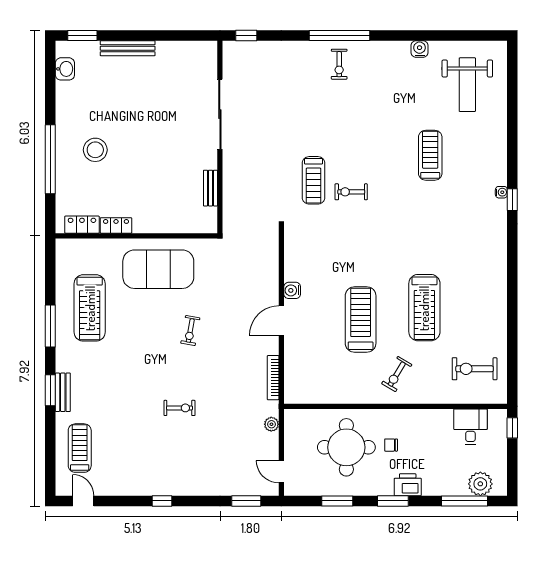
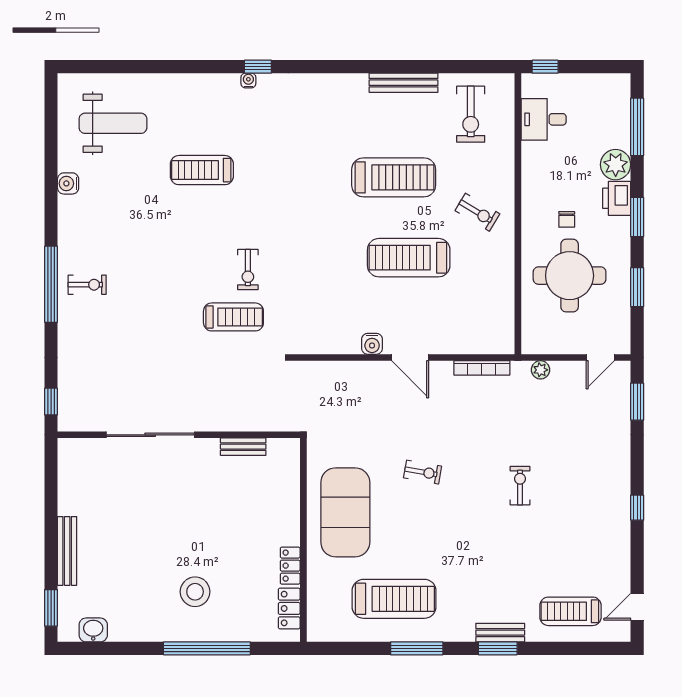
bench: (500, 315) -> (404, 83), added
plant: (480, 484) -> (616, 165), moved

